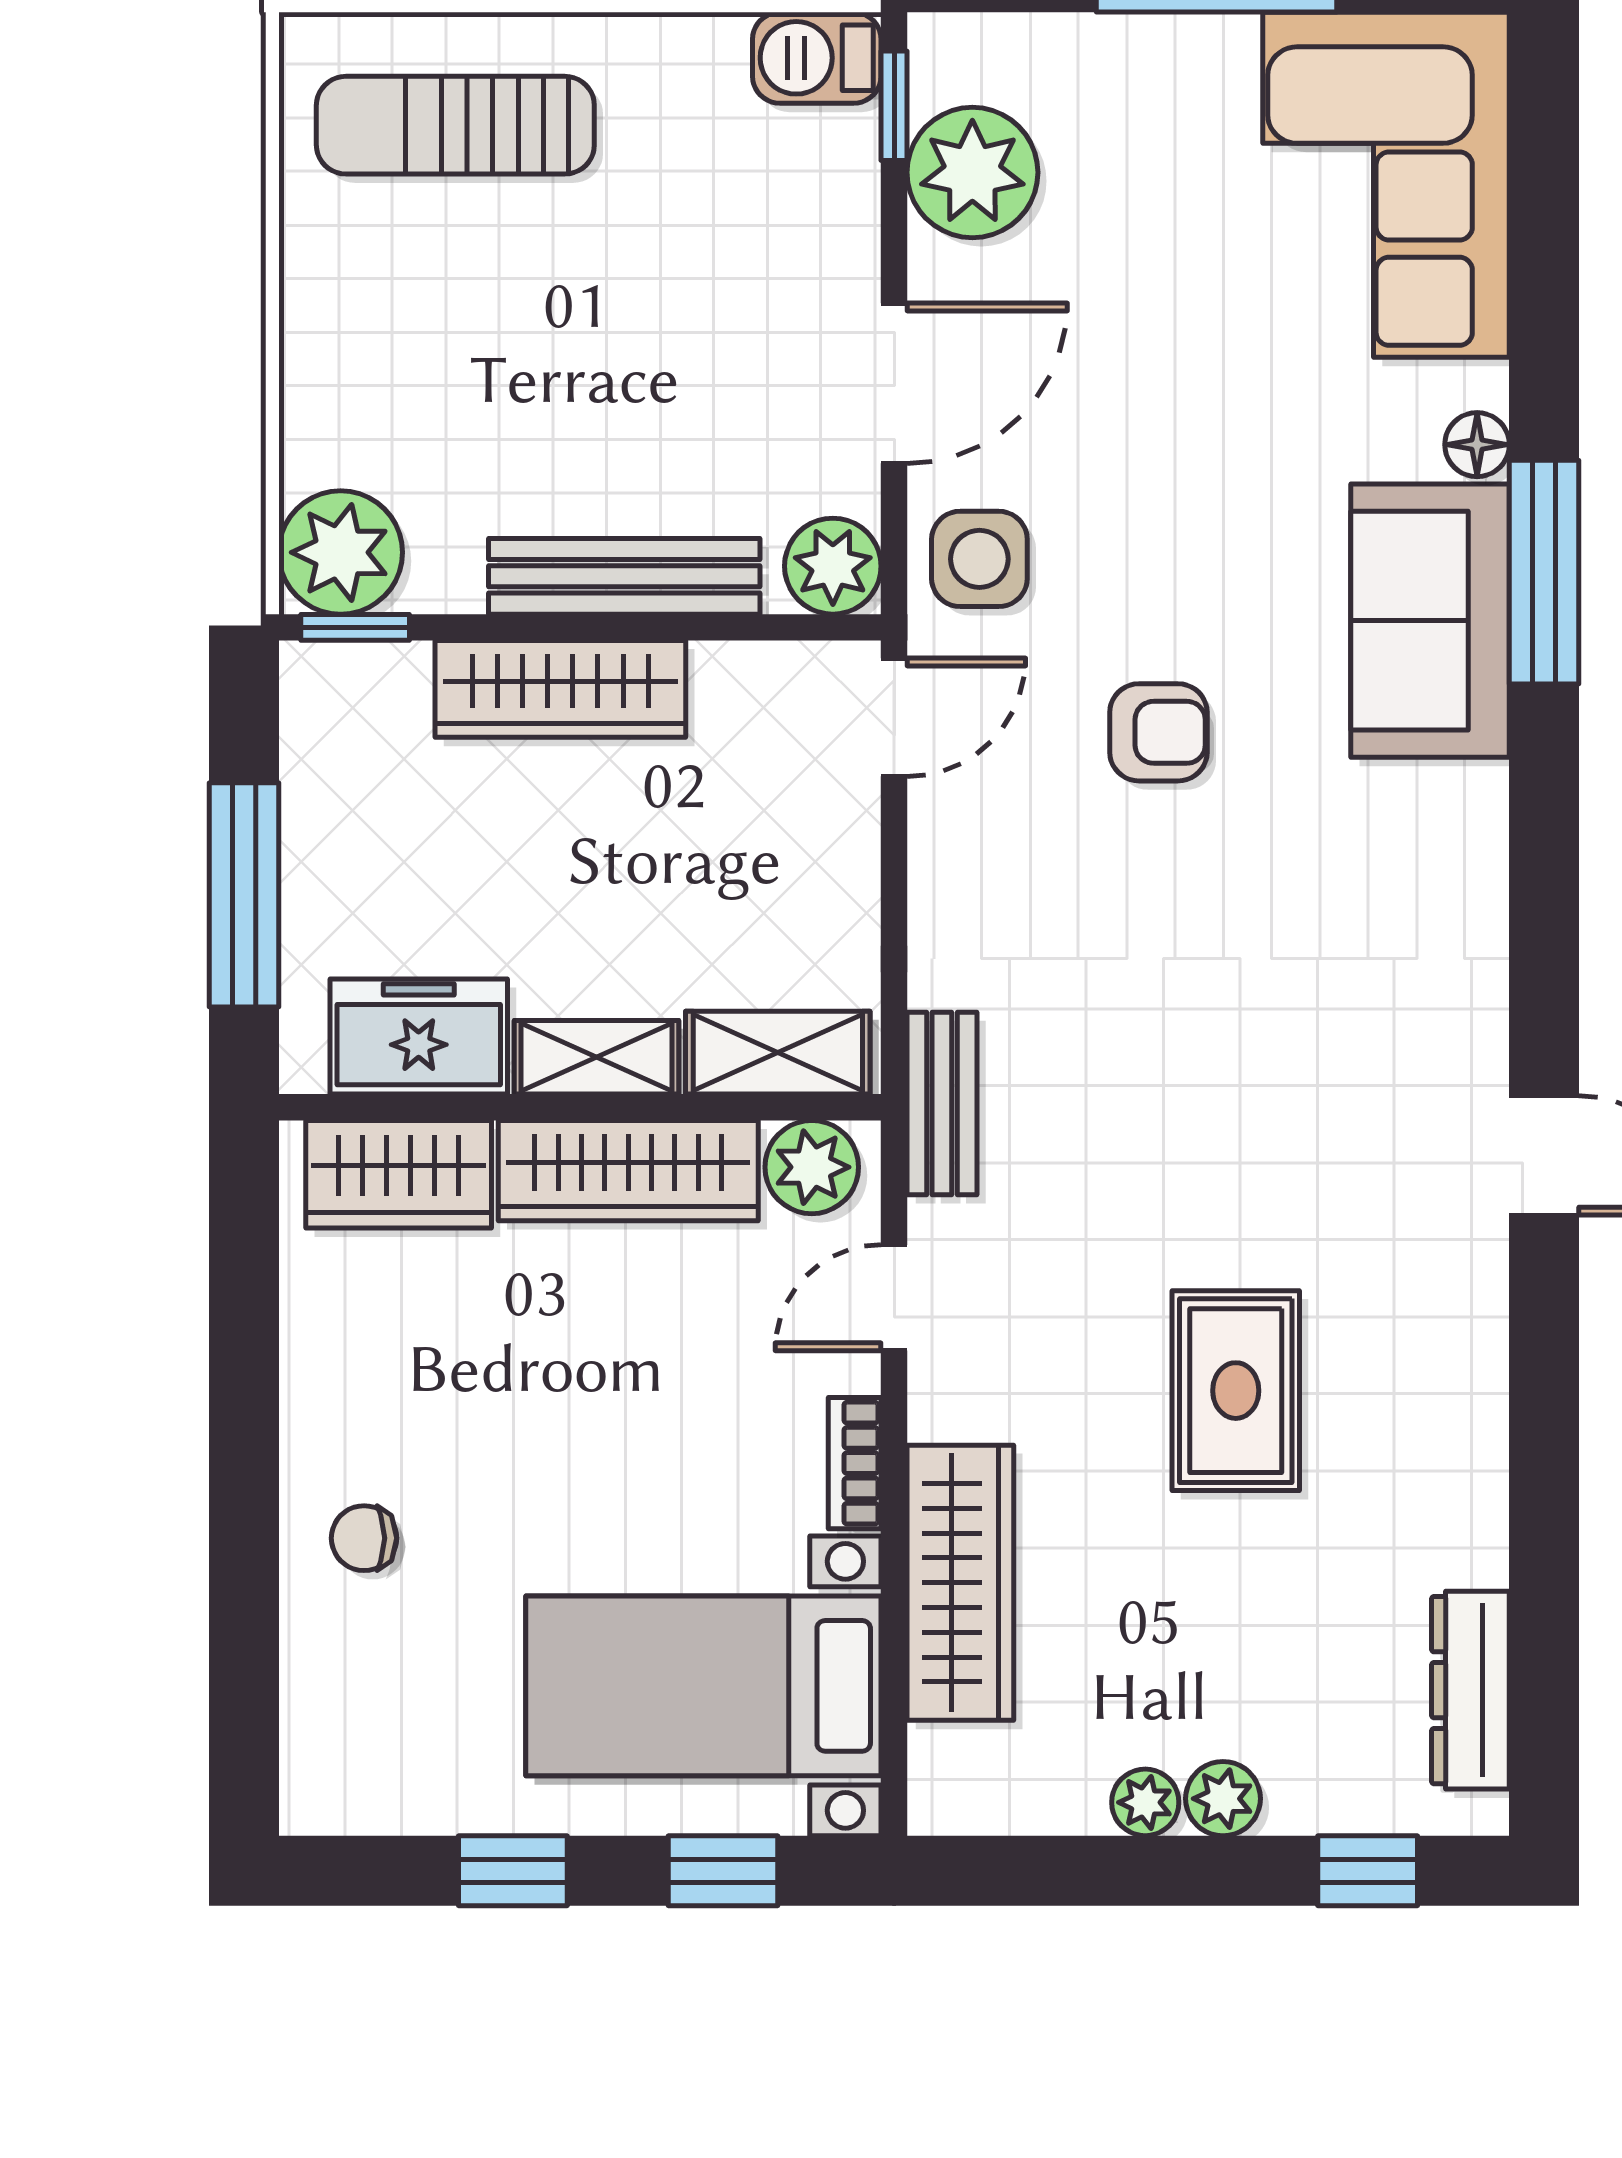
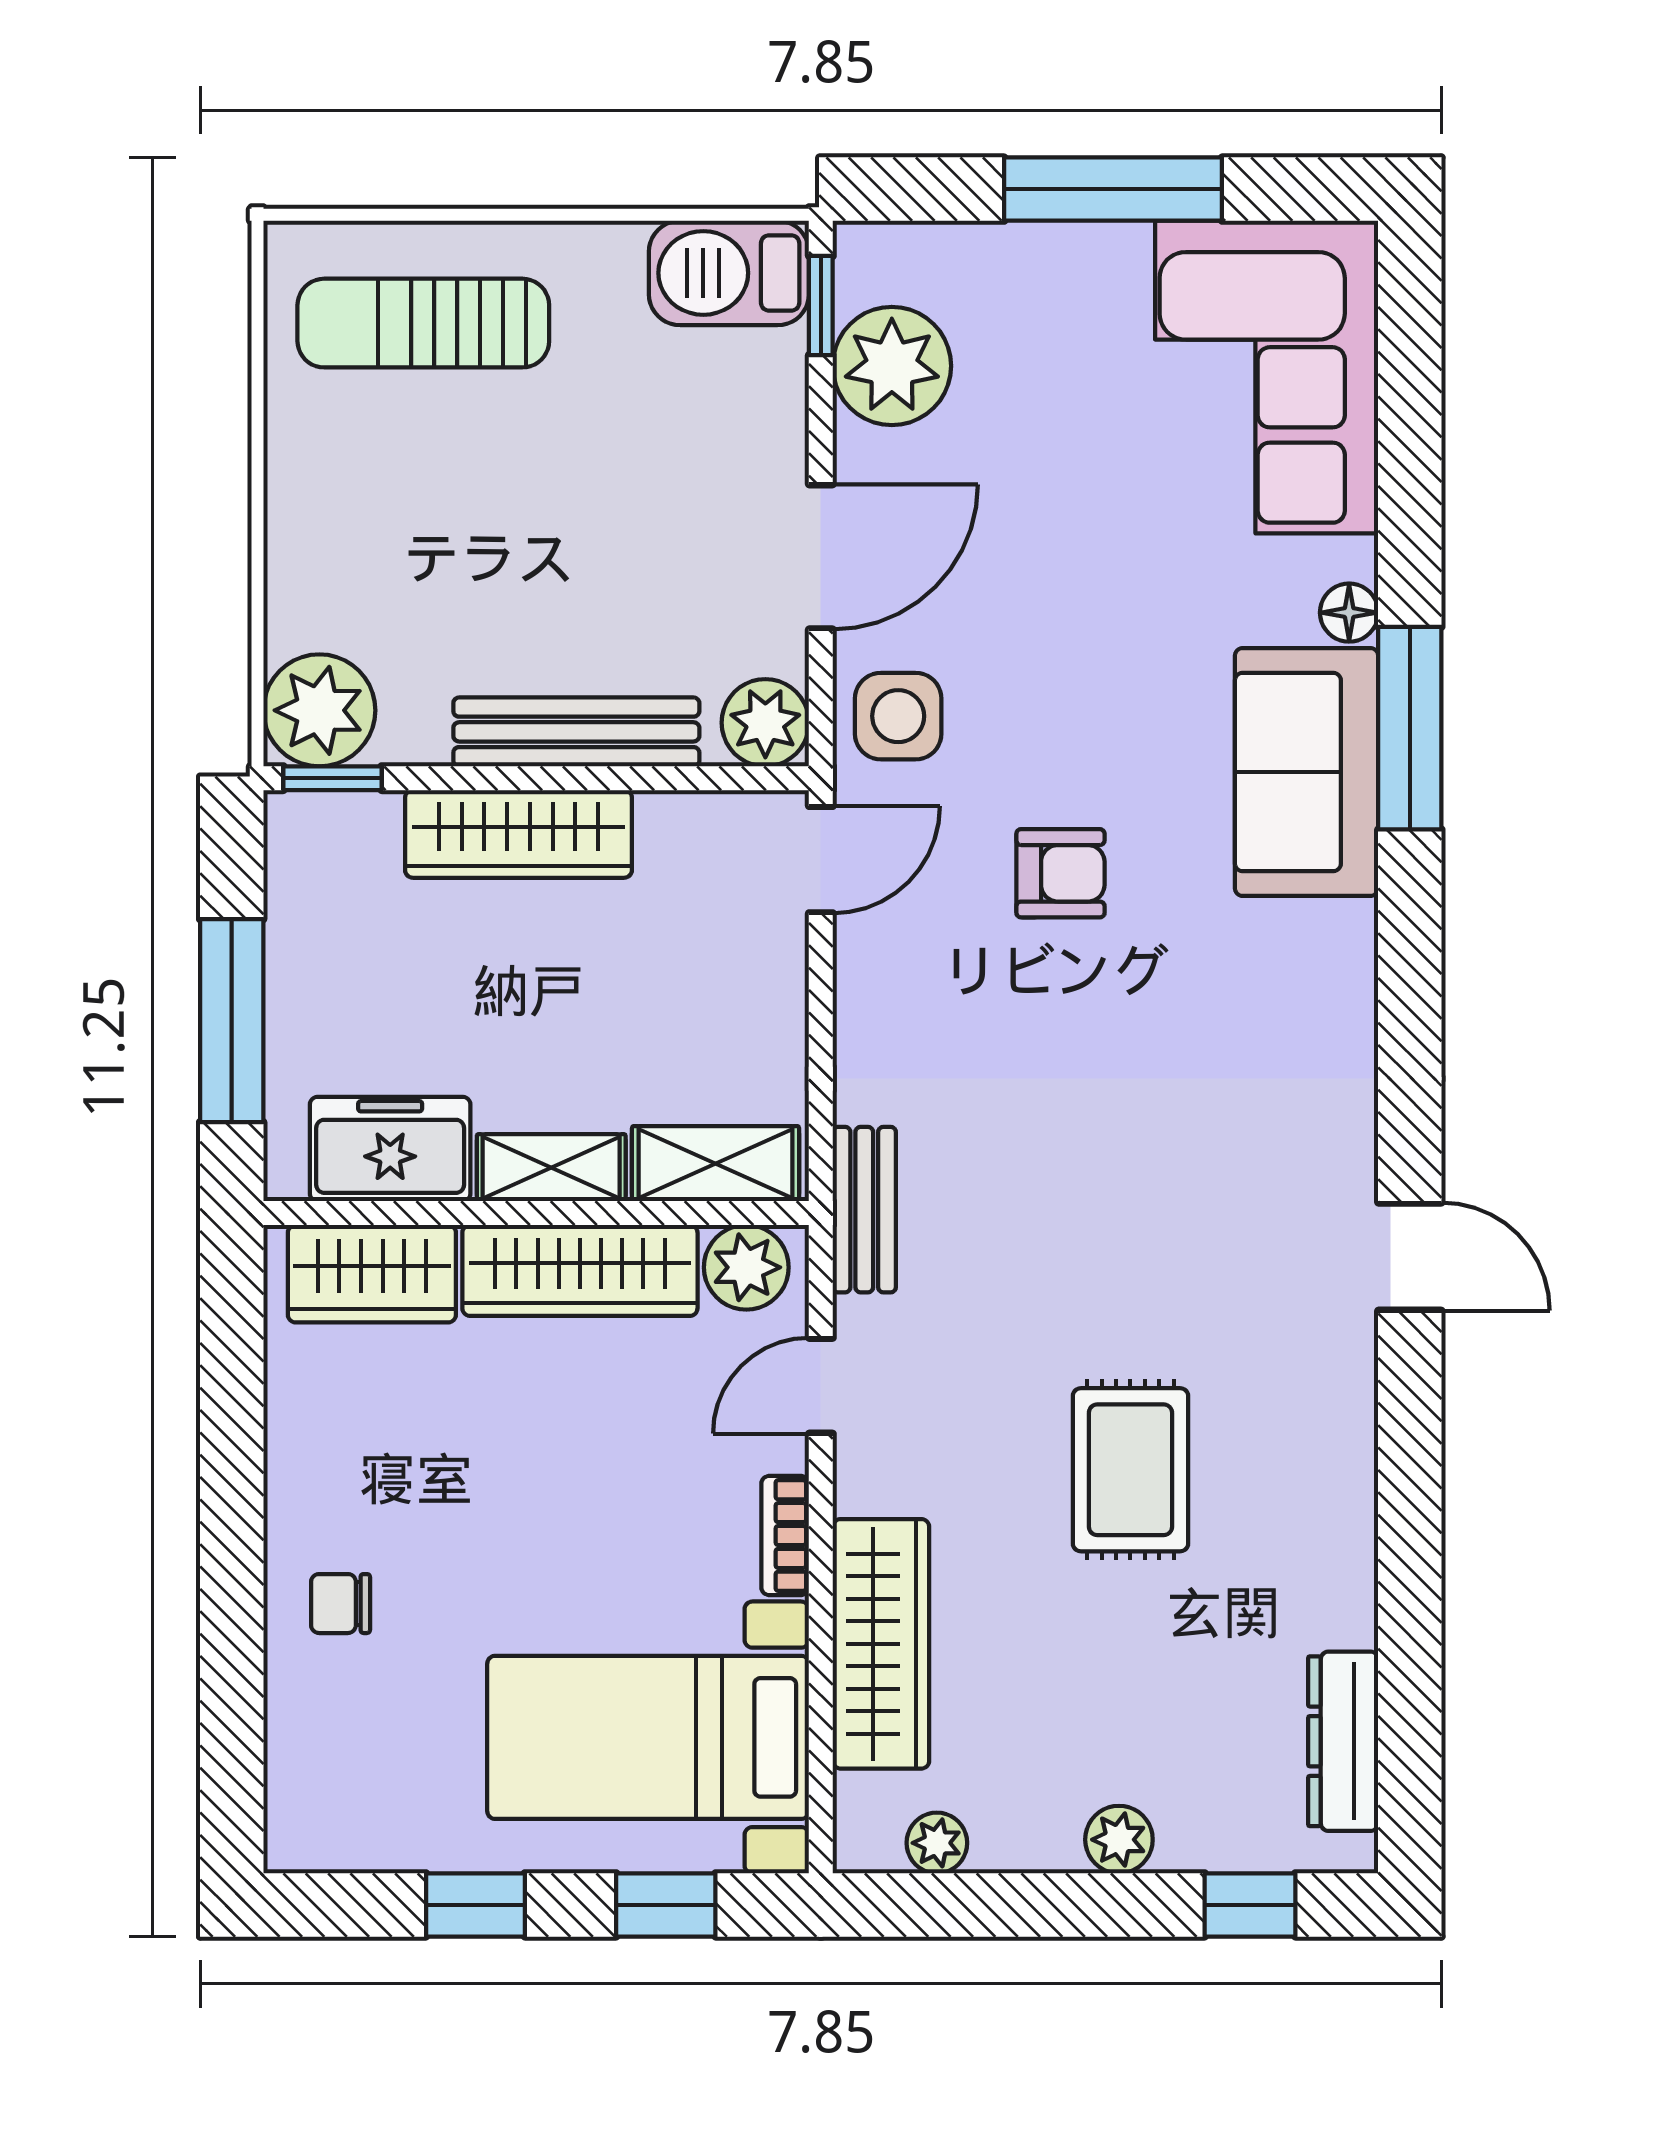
barbecue: (817, 58) -> (729, 273), width x1.38, depth x1.27
plant: (1145, 1802) -> (937, 1843), moved

